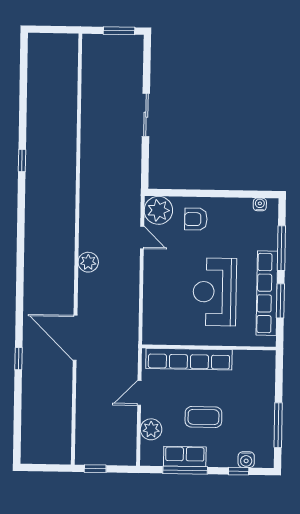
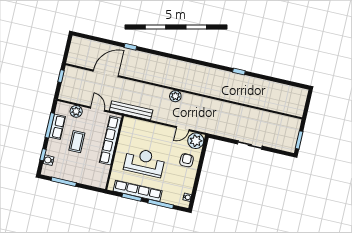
bench: (129, 334) -> (131, 110), added
door: (75, 338) -> (106, 73), moved

